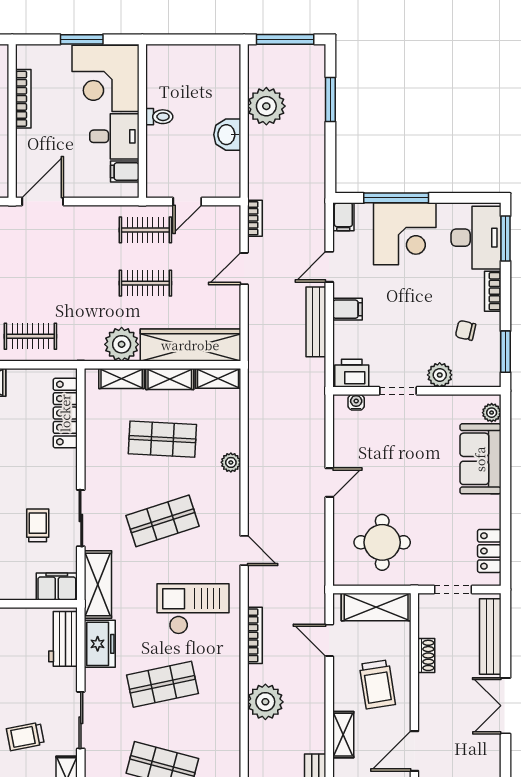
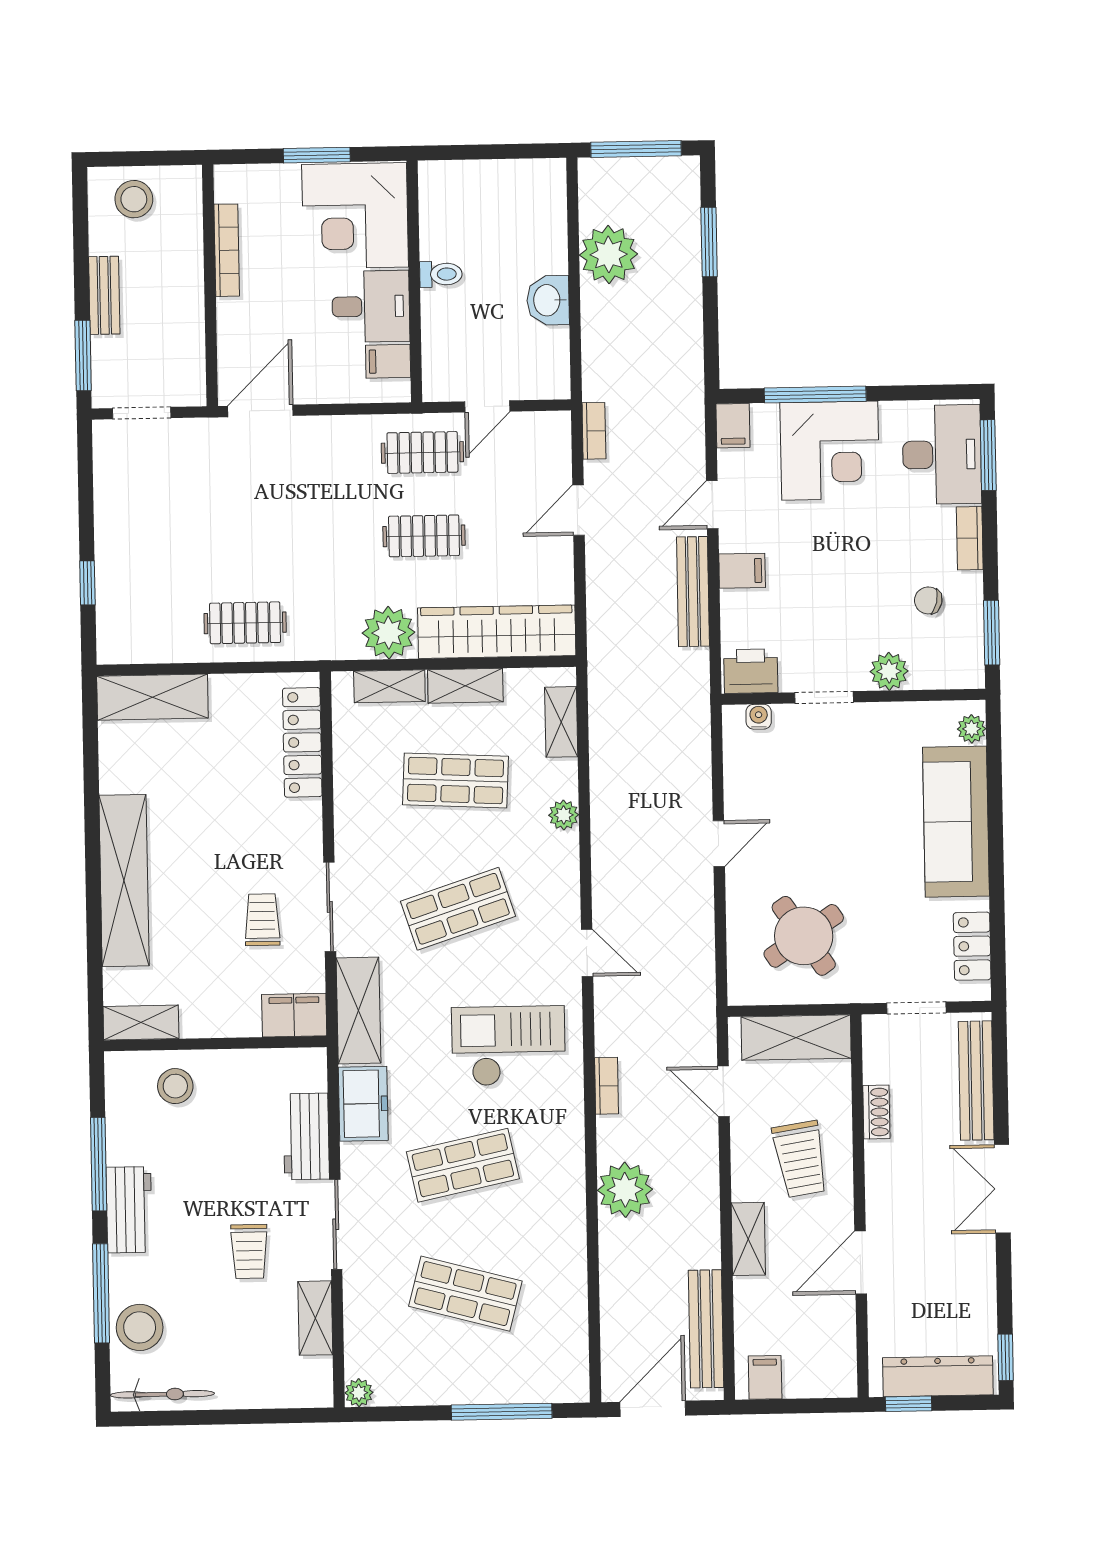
shelving: (218, 378) -> (561, 722), moved, turned 90
sofa: (480, 459) -> (956, 822), width x1.36
round table: (382, 542) -> (804, 936), turned -34
bookcase: (255, 635) -> (607, 1086), width x0.64
workbench: (63, 639) -> (306, 1136), moved
trolley: (25, 736) -> (249, 1251), turned -79

